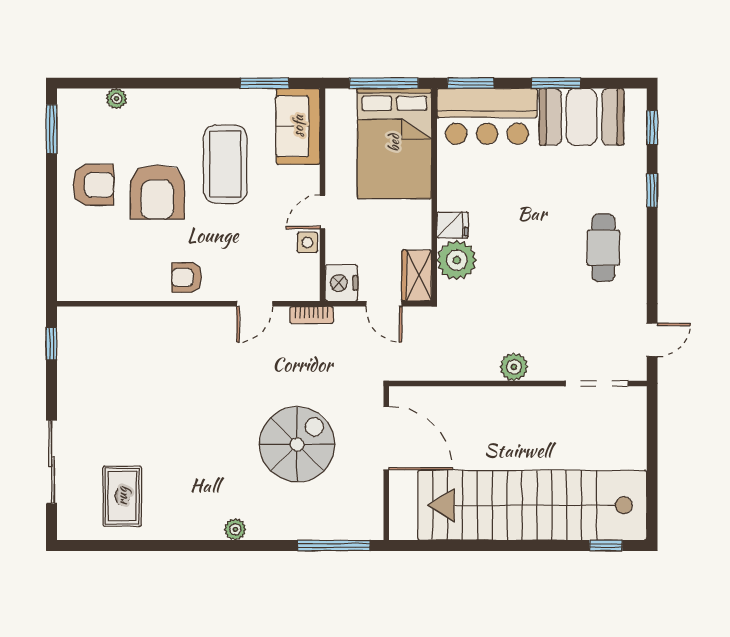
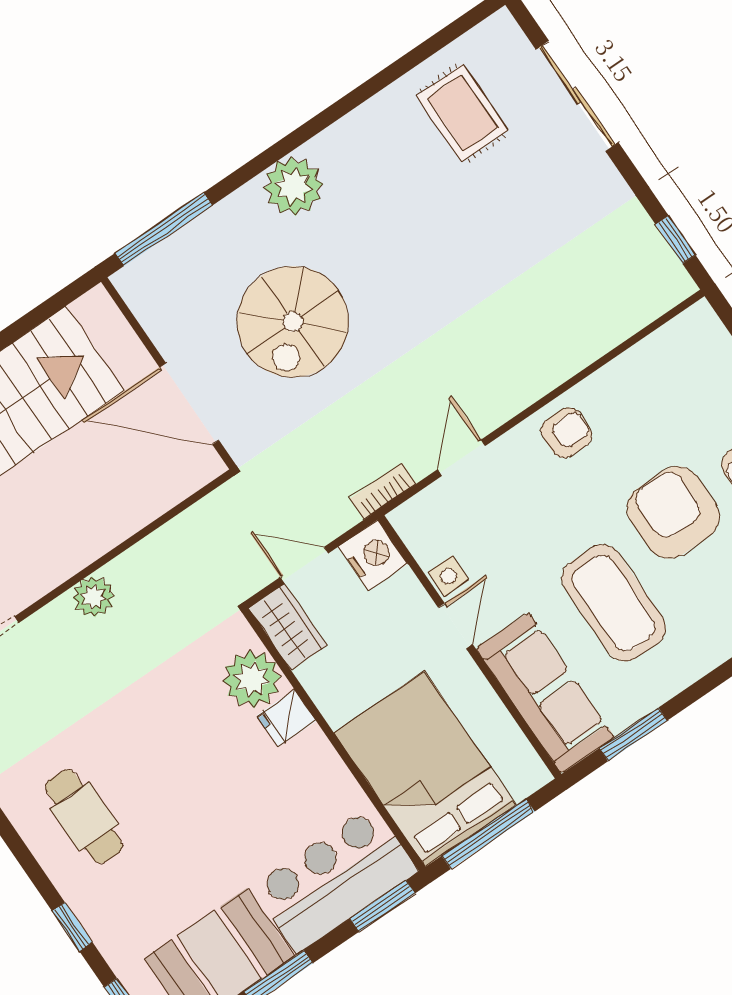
sofa: (298, 126) -> (545, 693), width x1.36
plant: (235, 529) -> (293, 186), width x1.87, depth x1.87

